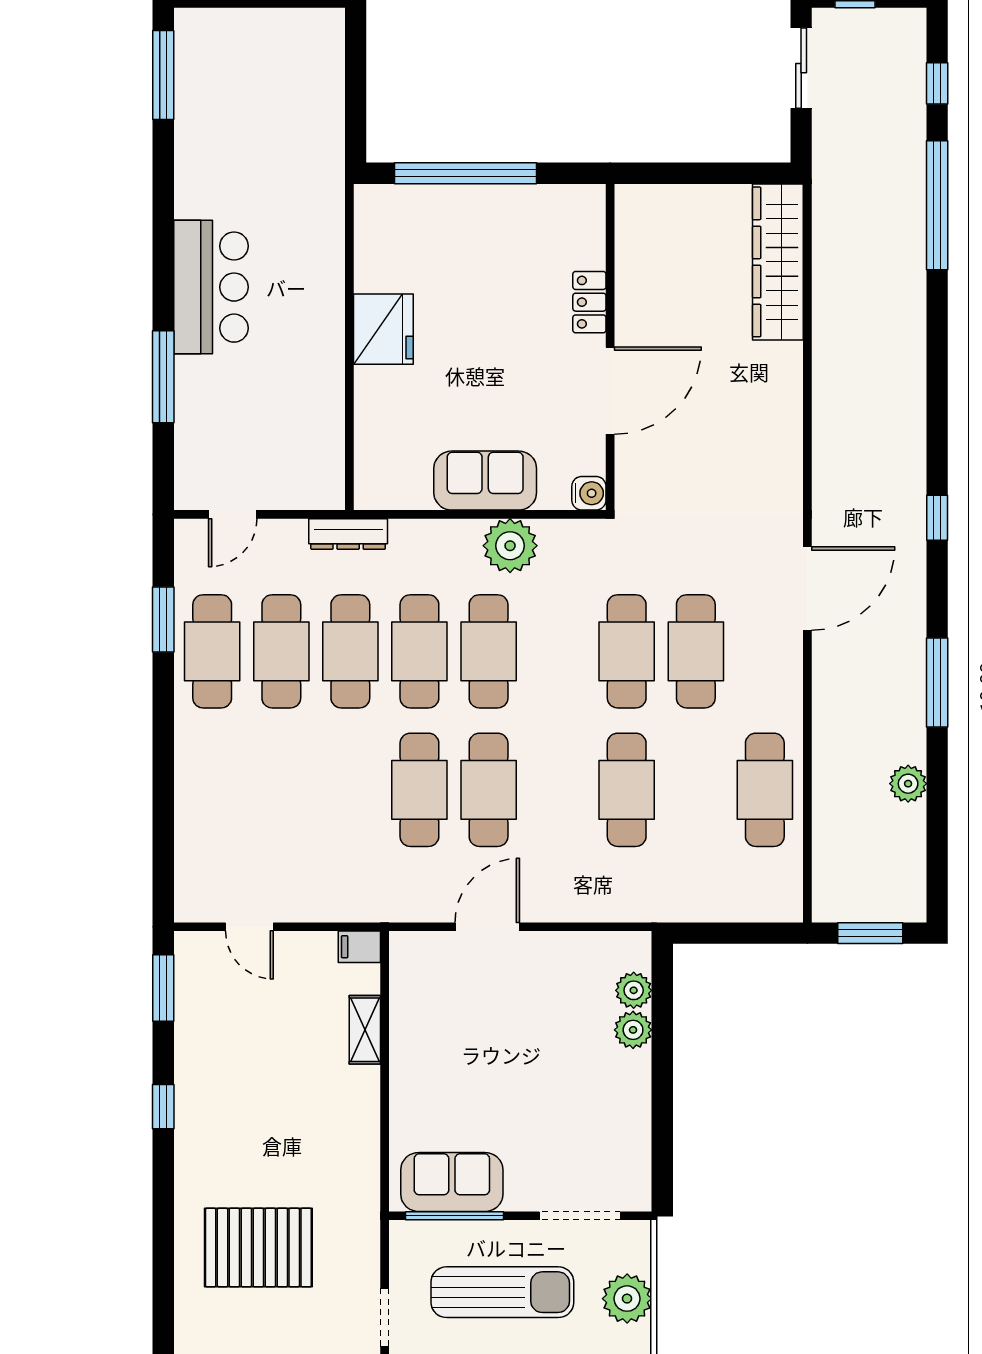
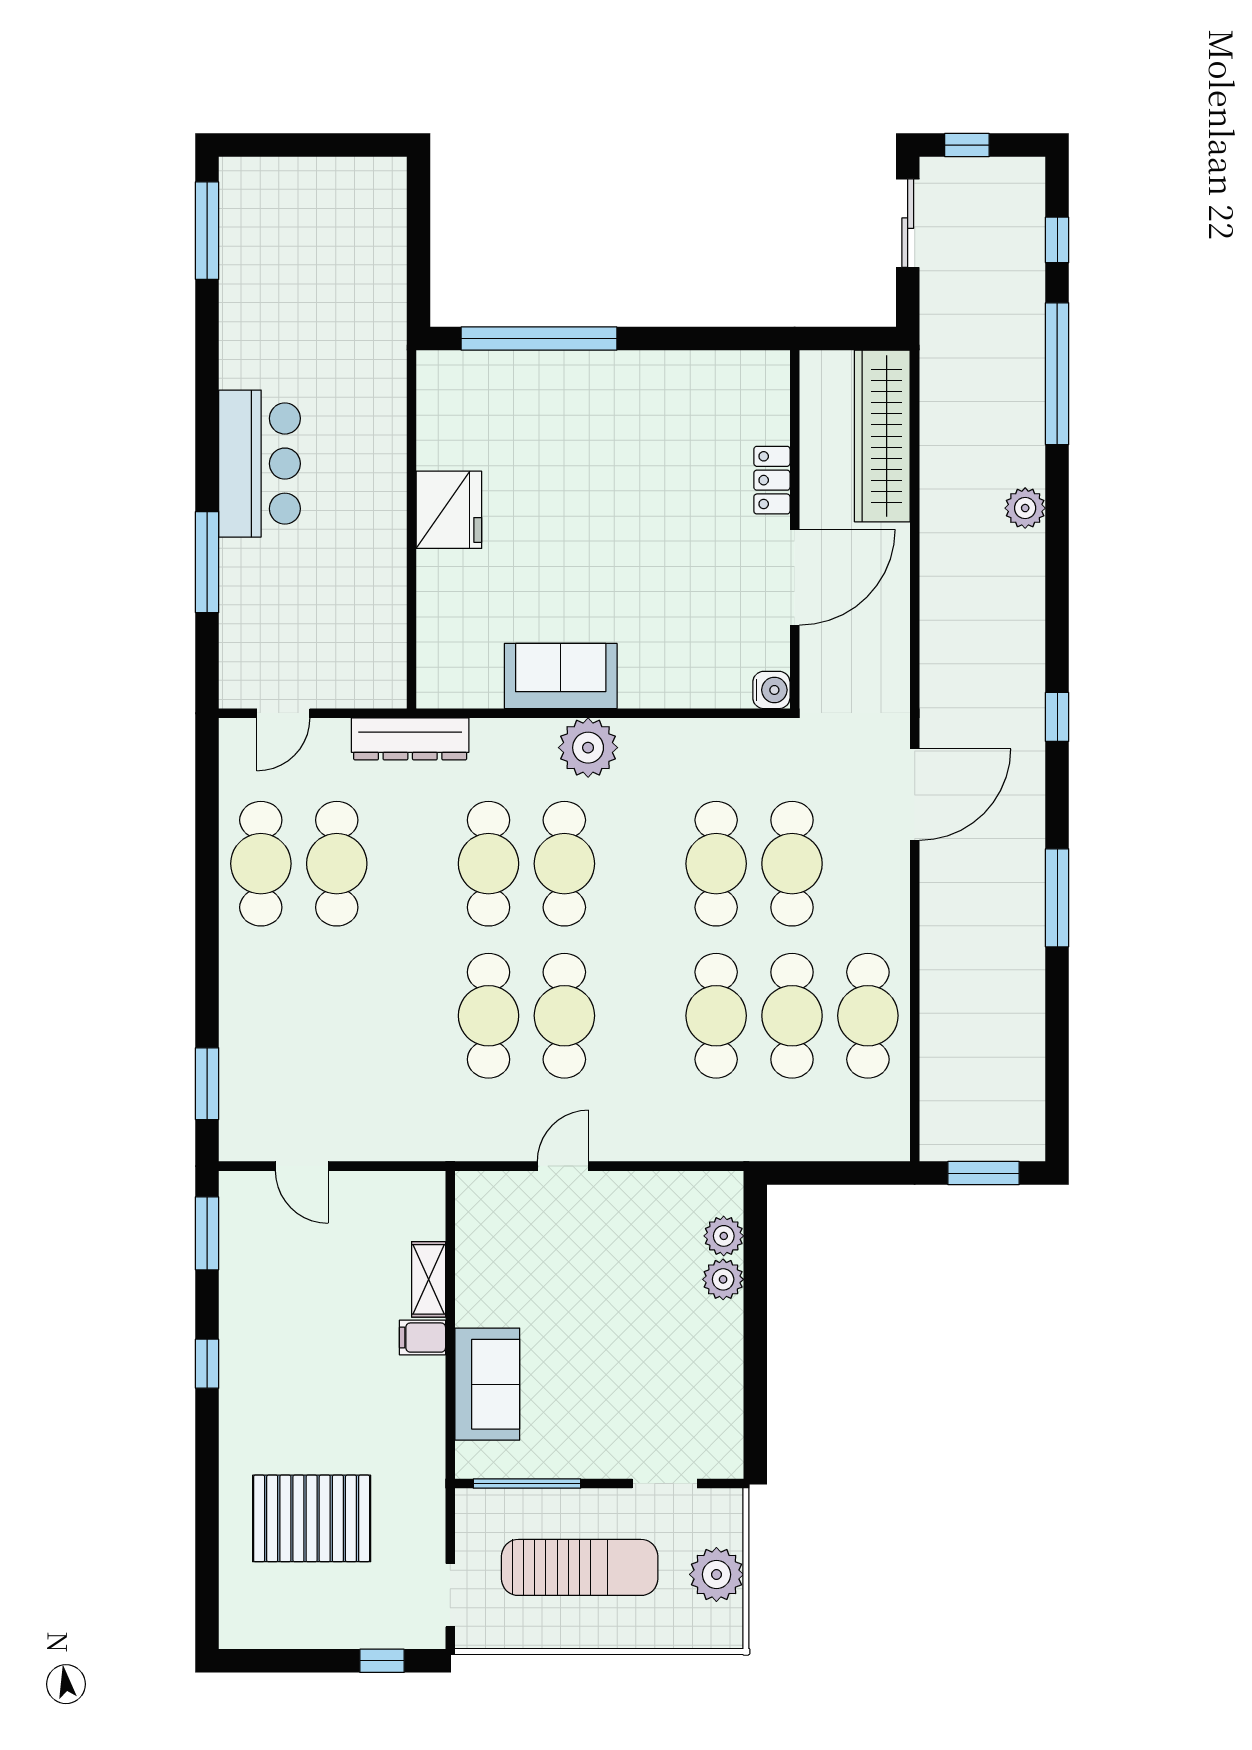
locker: (589, 302) -> (772, 480), moved
wall: (610, 347) -> (795, 529), moved
door: (610, 391) -> (795, 577), moved
water cooler: (589, 493) -> (771, 690), moved
dresser: (348, 534) -> (410, 739), width x1.37, depth x1.24
window: (163, 620) -> (207, 1084), moved
cafe table: (350, 651) -> (792, 1016), moved
plant: (908, 784) -> (1025, 508), moved
door: (487, 927) -> (563, 1166), width x0.73
filing cabinet: (359, 947) -> (422, 1338), moved
sofa: (452, 1182) -> (487, 1384), moved, turned 90
doorway: (580, 1216) -> (665, 1484), width x0.73

